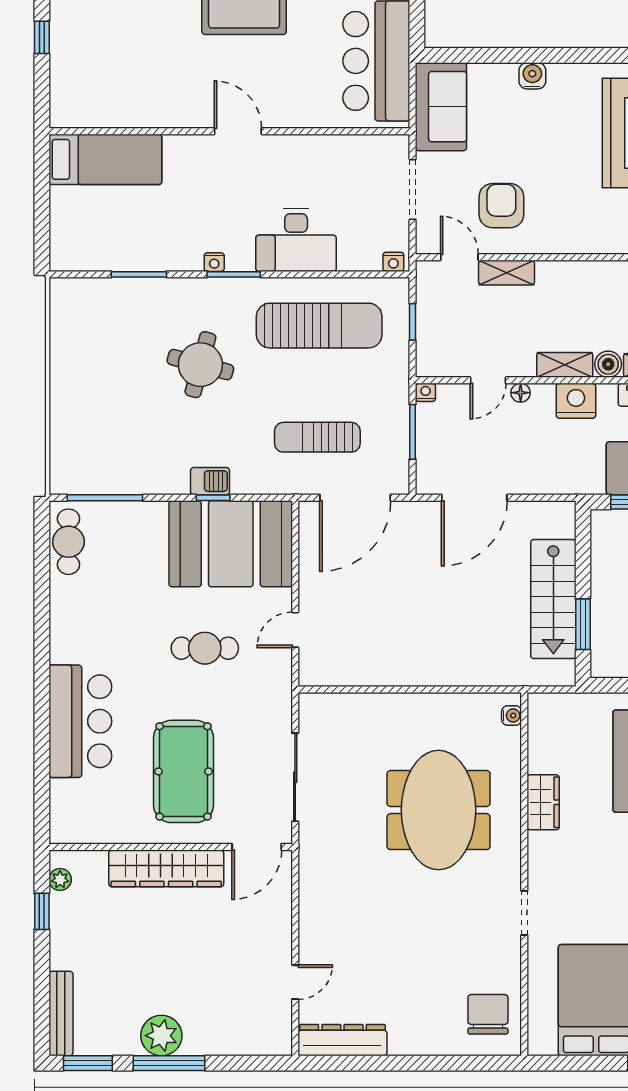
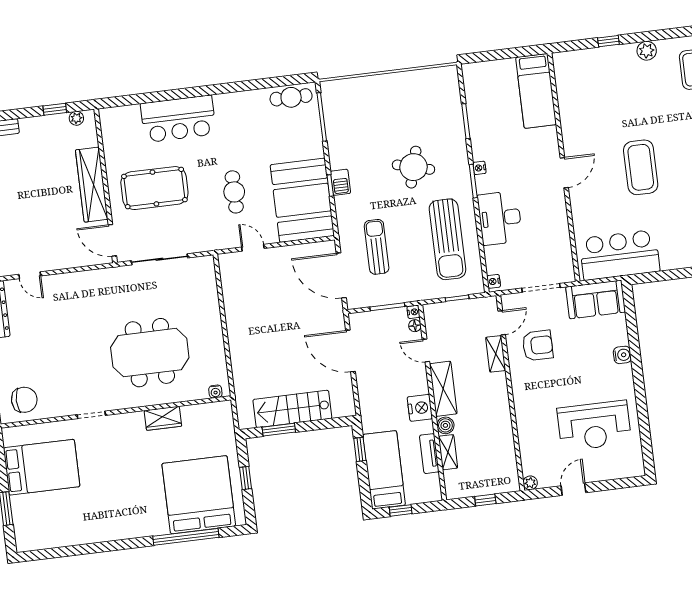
shelving: (565, 365) -> (443, 389), width x1.50, depth x1.33
floor lamp: (521, 393) -> (415, 326), moved

